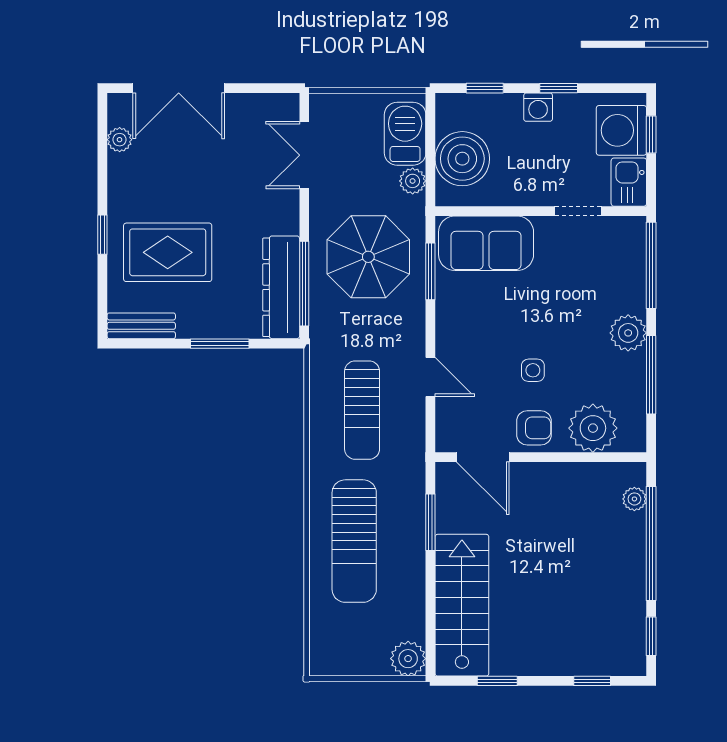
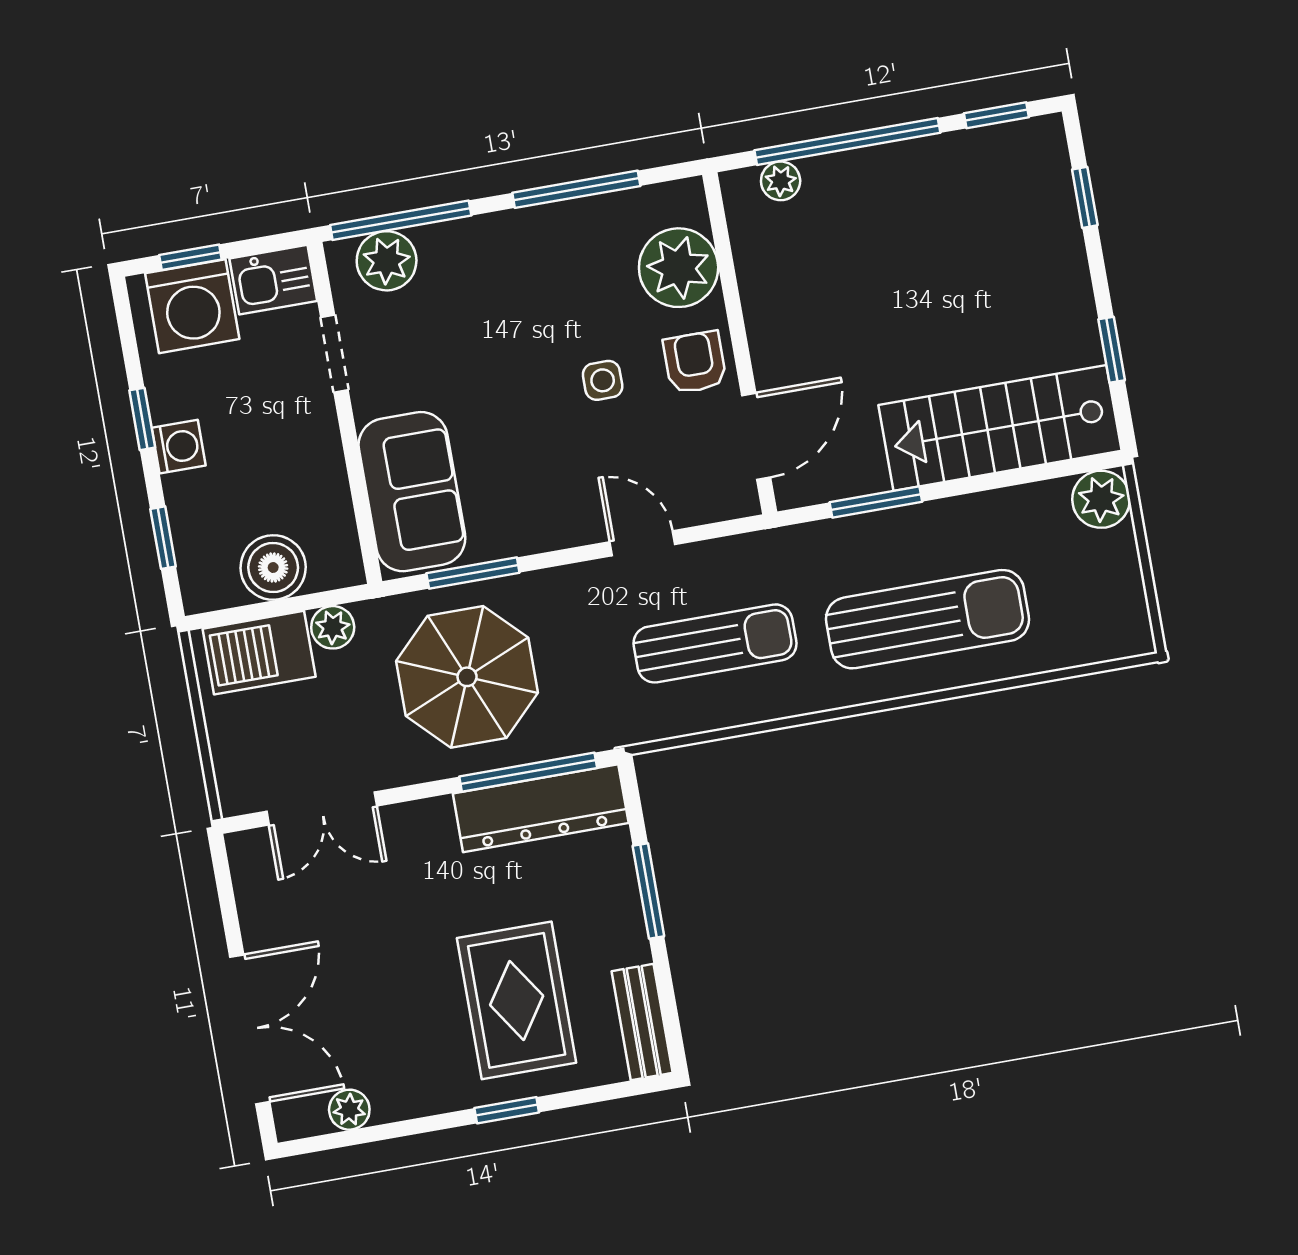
boiler: (462, 159) -> (273, 568), width x0.73, depth x0.73
plant: (628, 333) -> (387, 261), moved
door: (430, 377) -> (642, 543), hinge flipped

